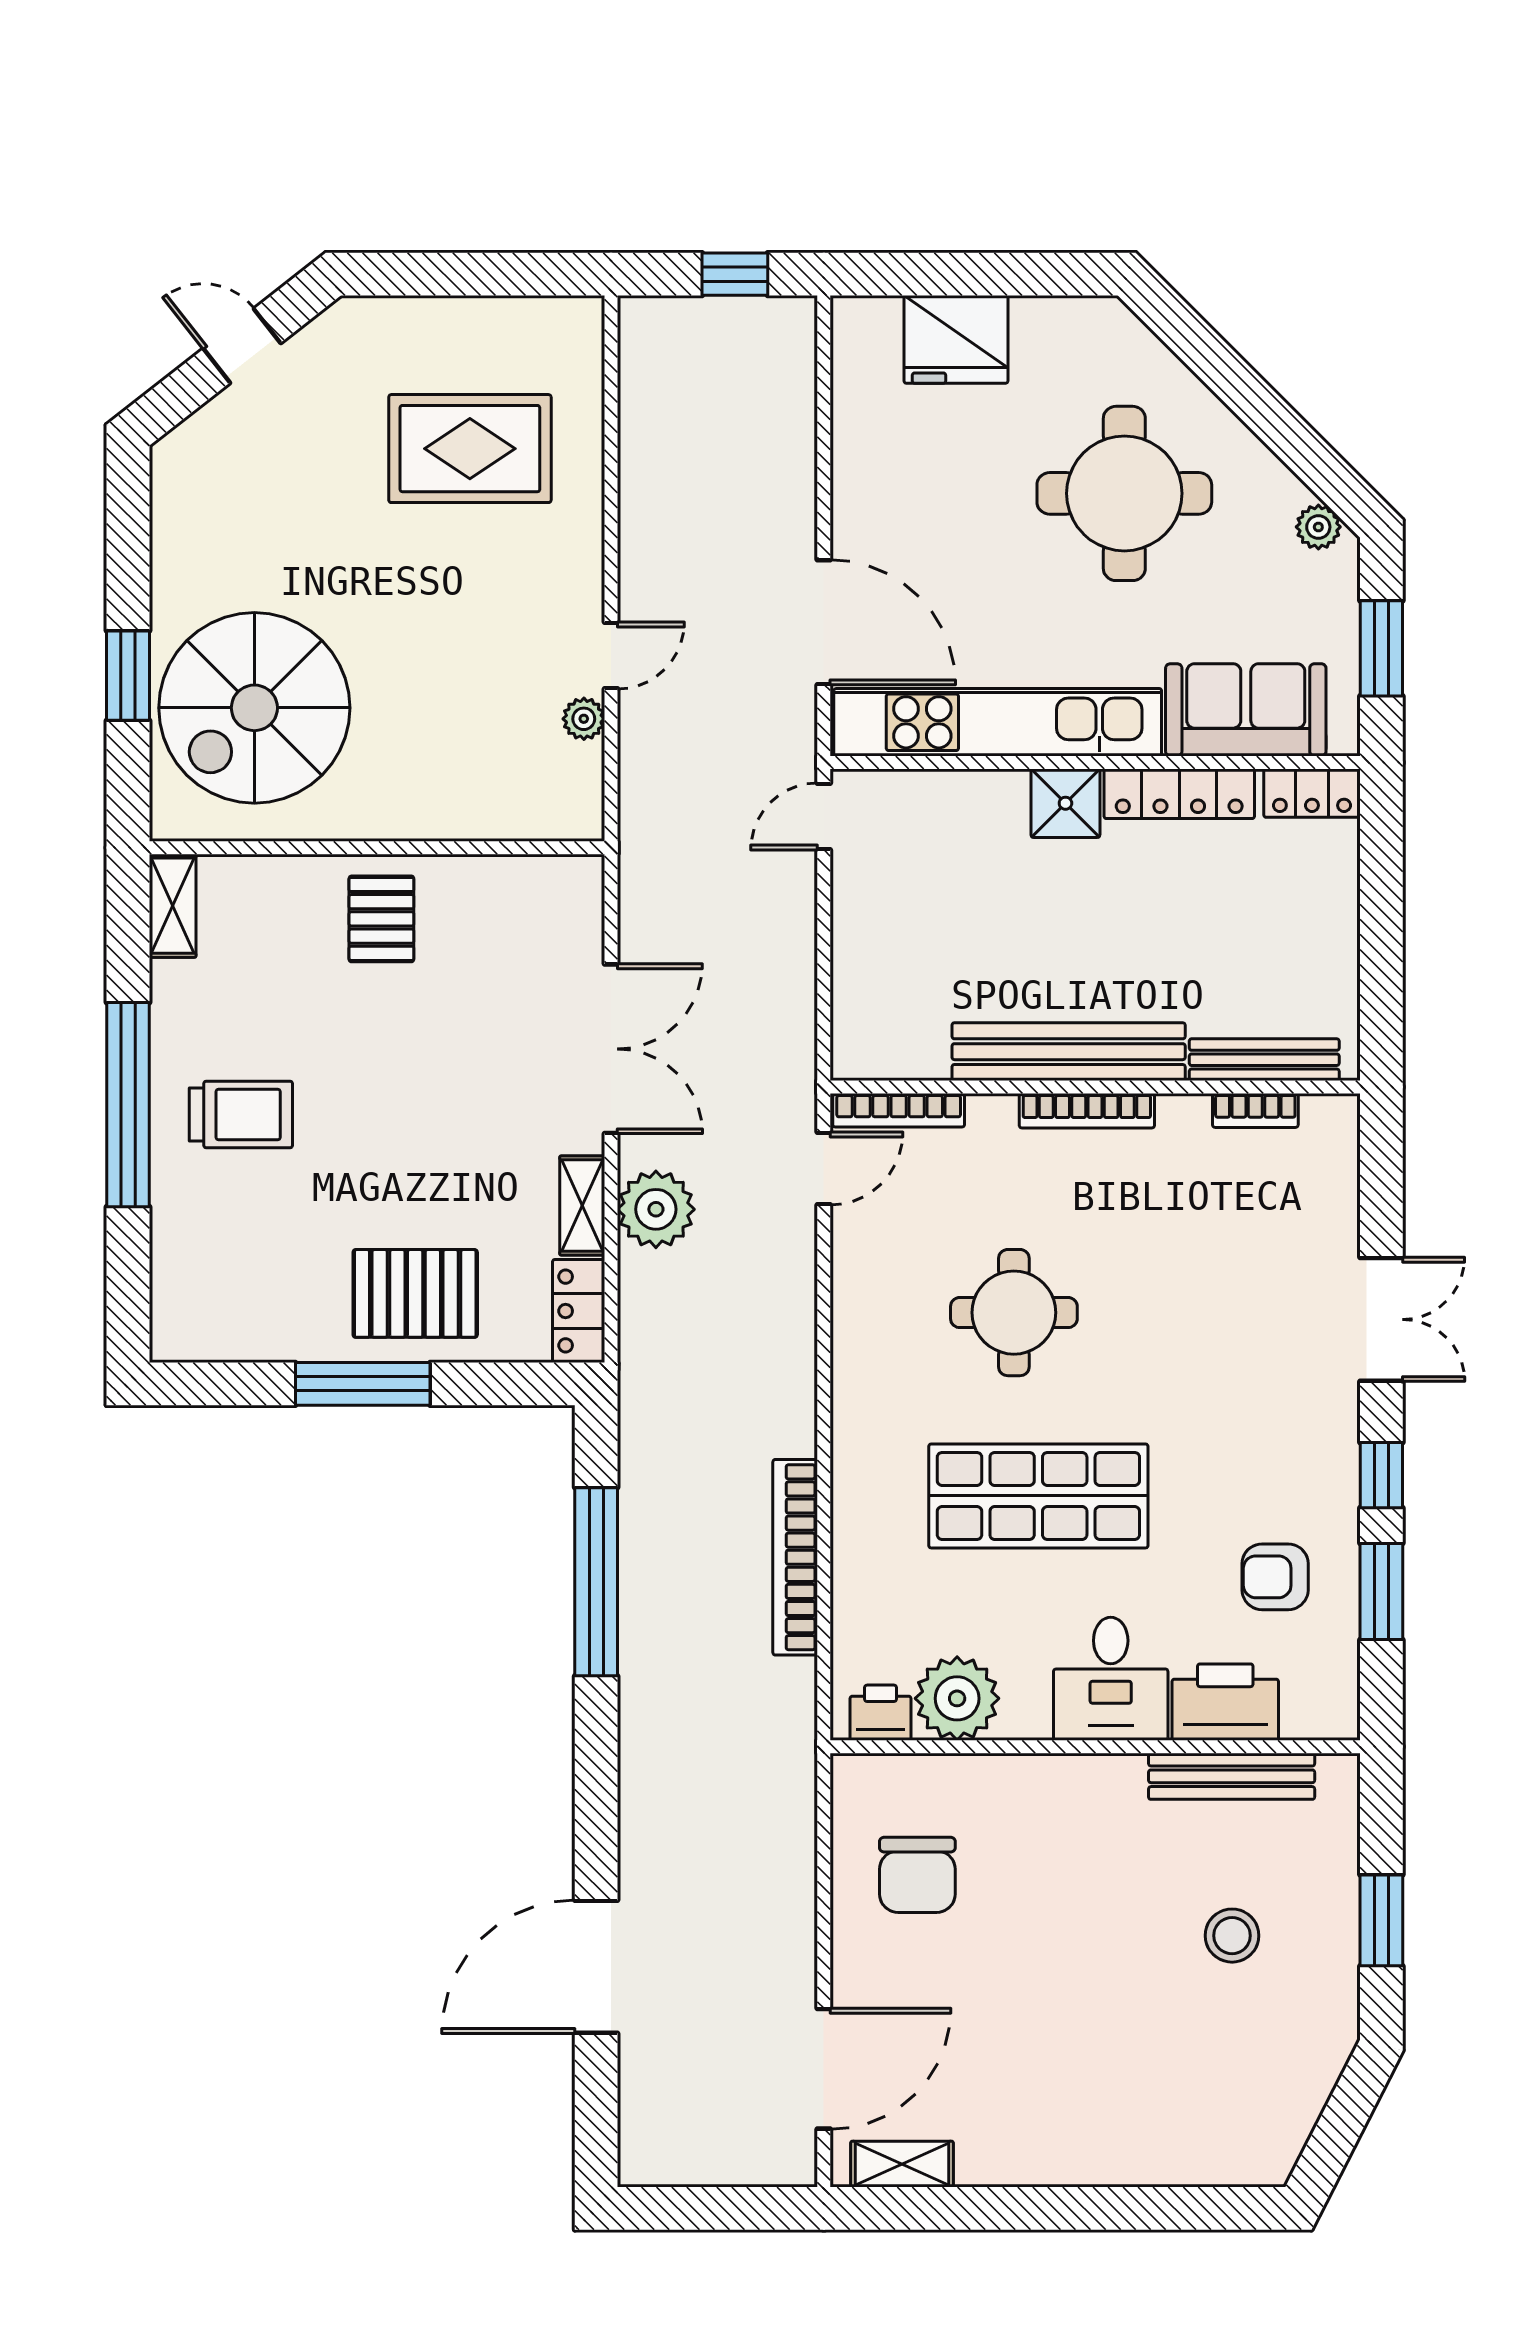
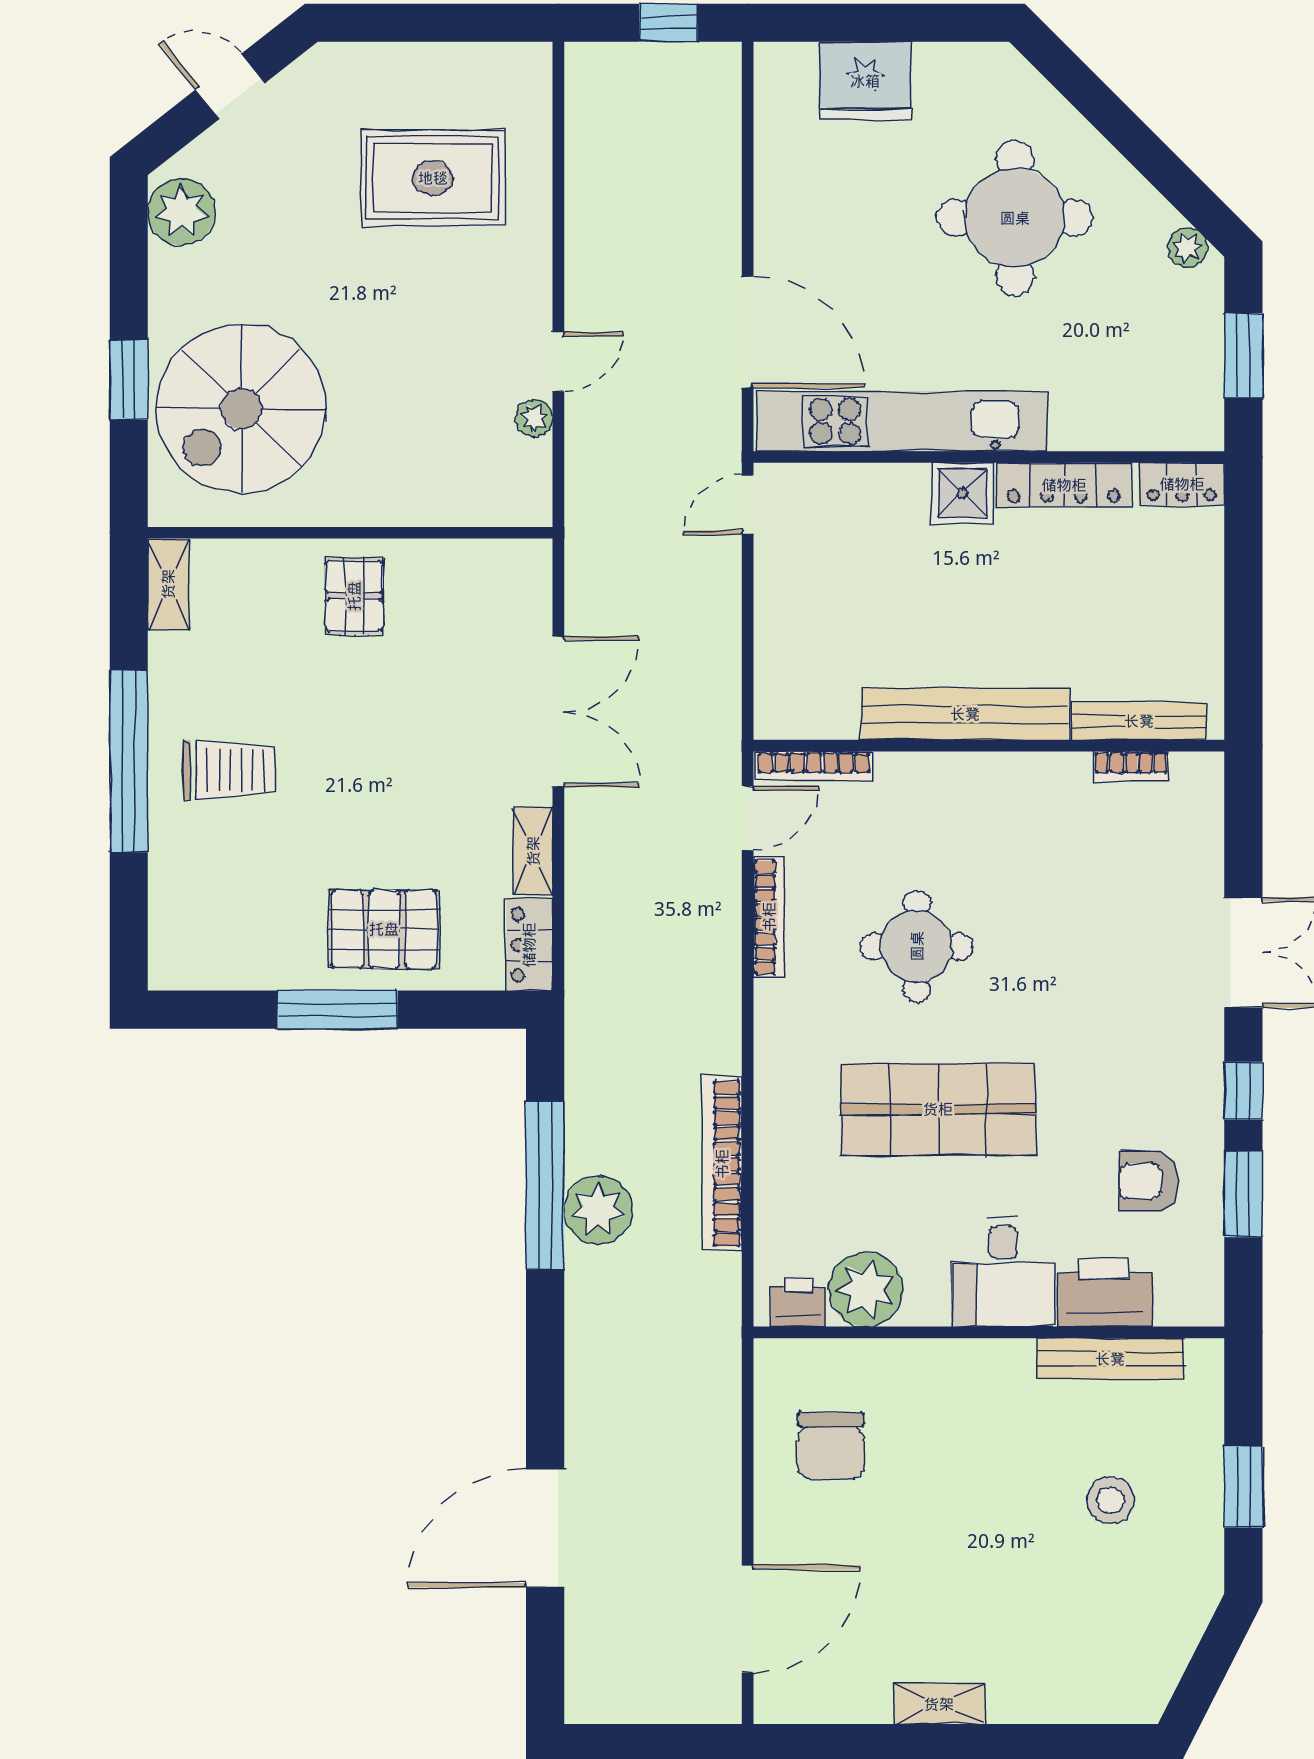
plant: (187, 487) -> (181, 212), added
sofa: (1246, 710) -> (1123, 410), removed
bookcase: (1087, 1111) -> (769, 917), moved, turned -90
plant: (656, 1209) -> (598, 1210), moved
shelving: (902, 2164) -> (939, 1704), moved

